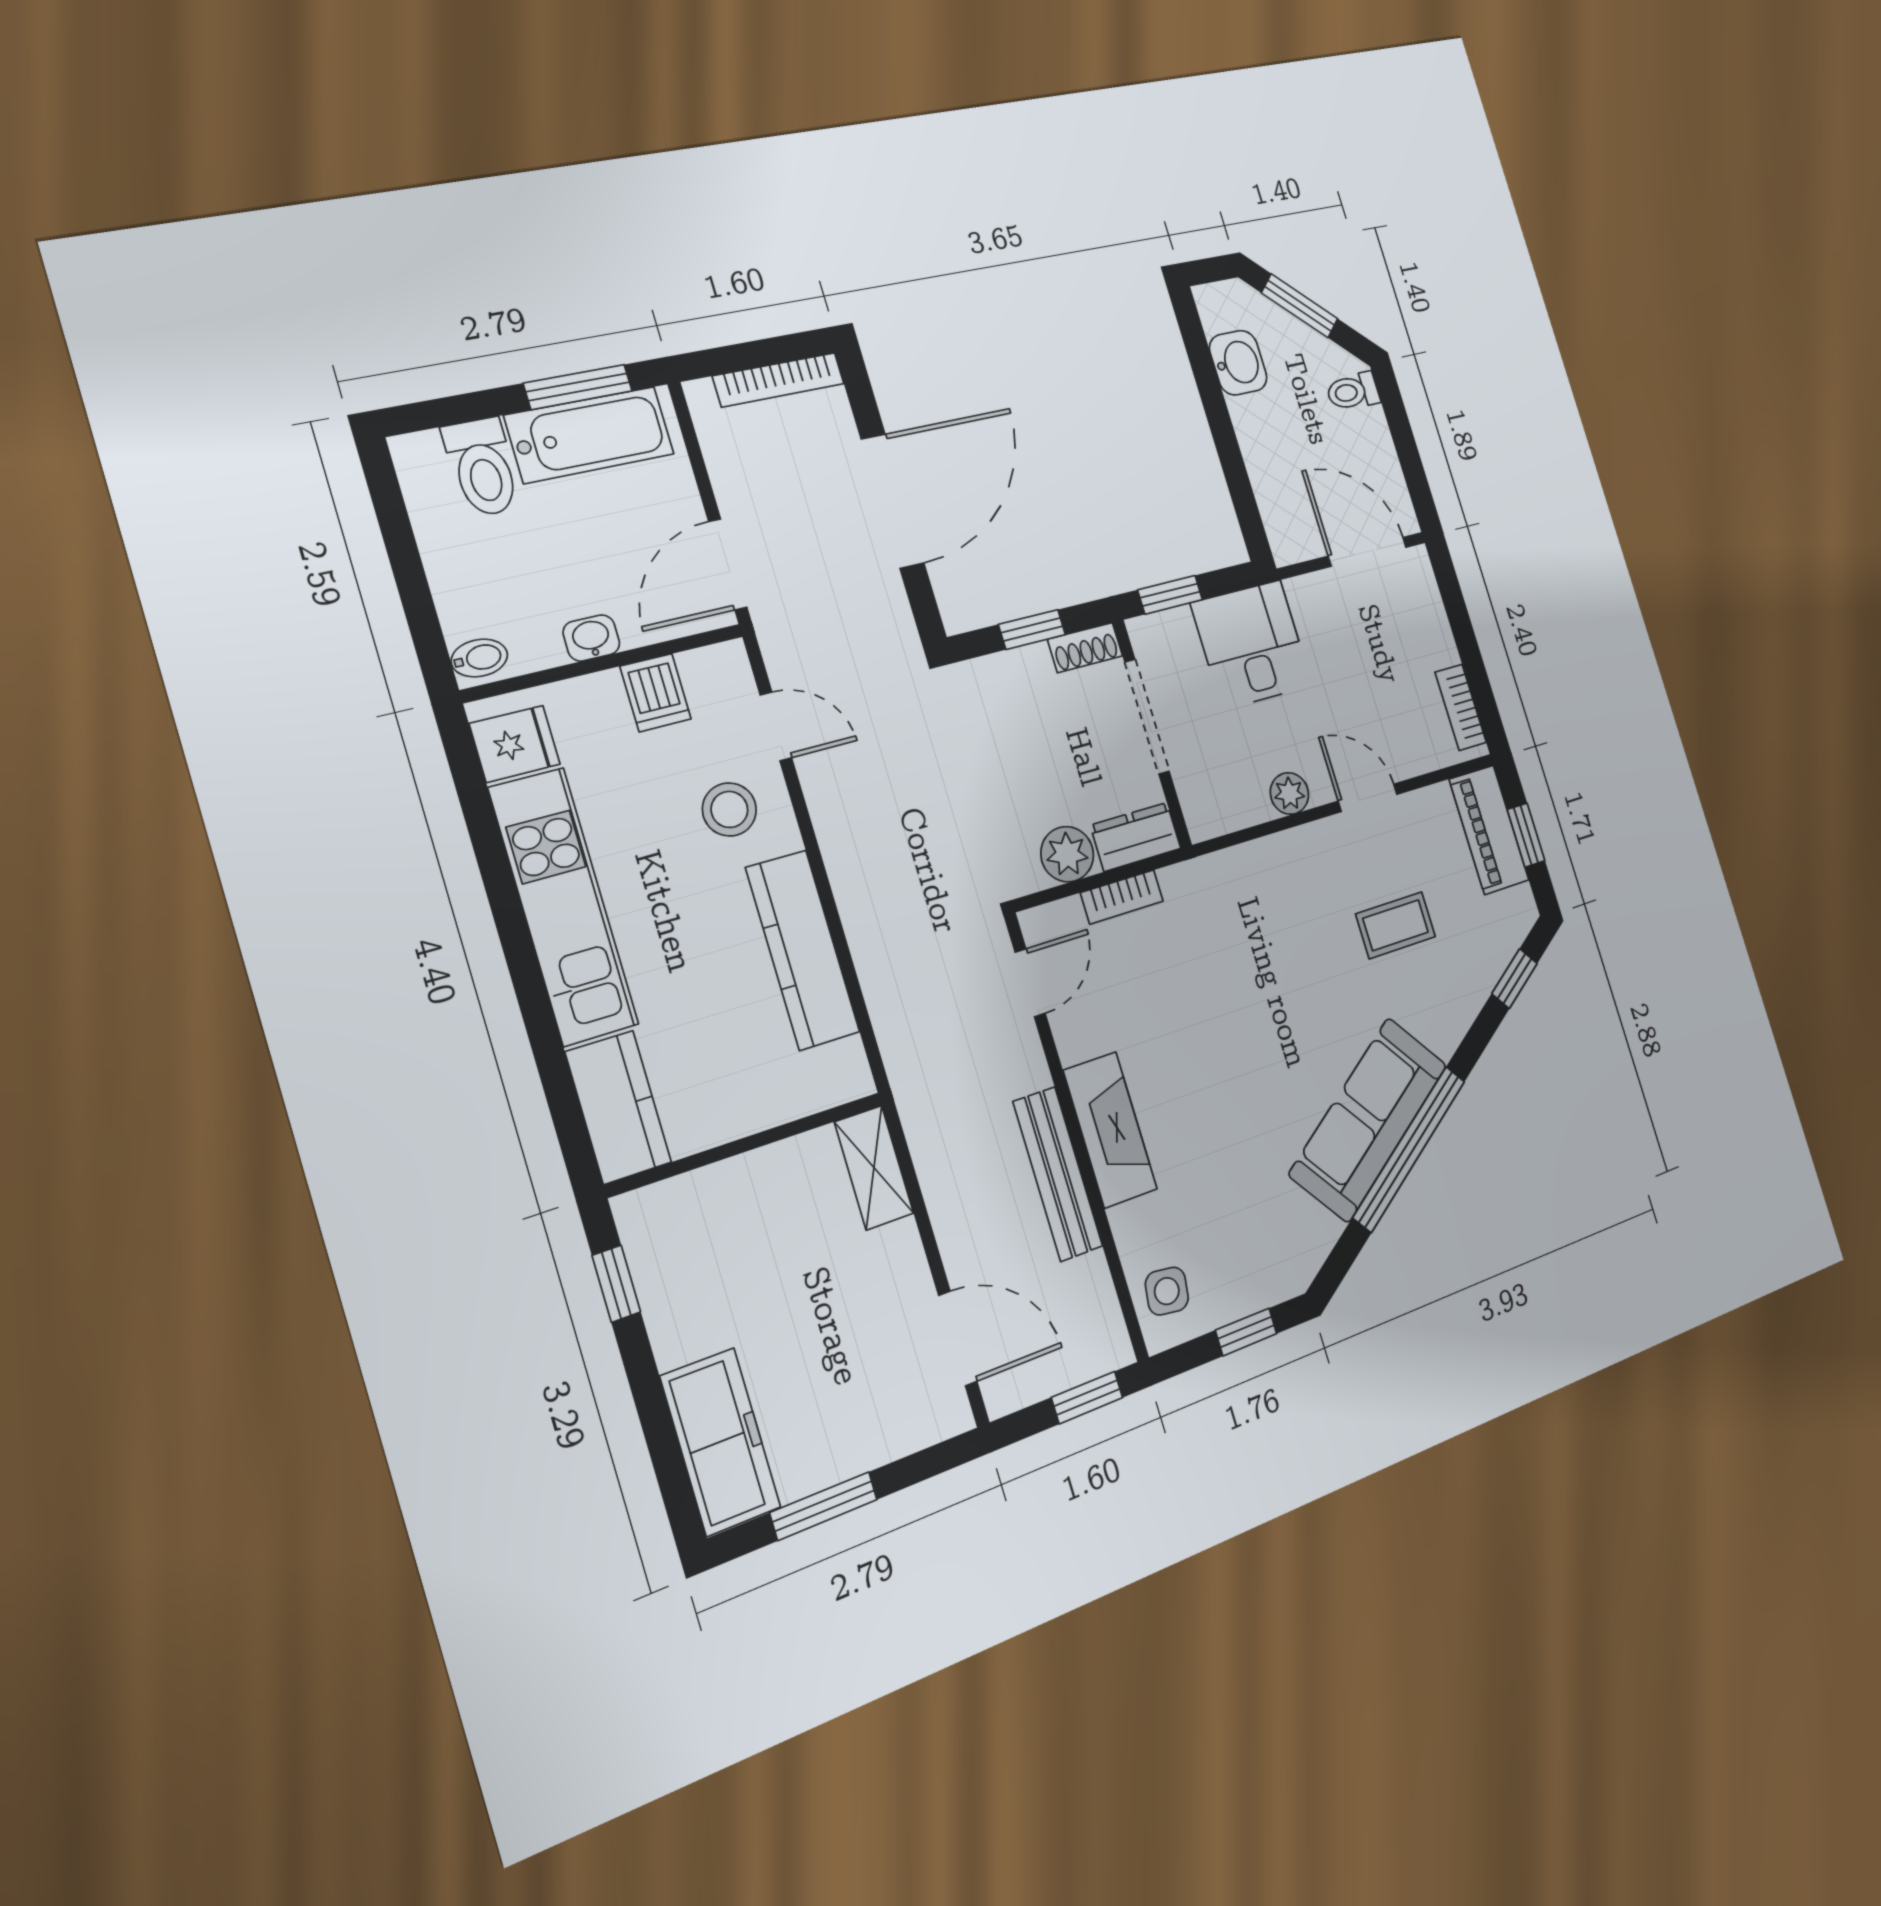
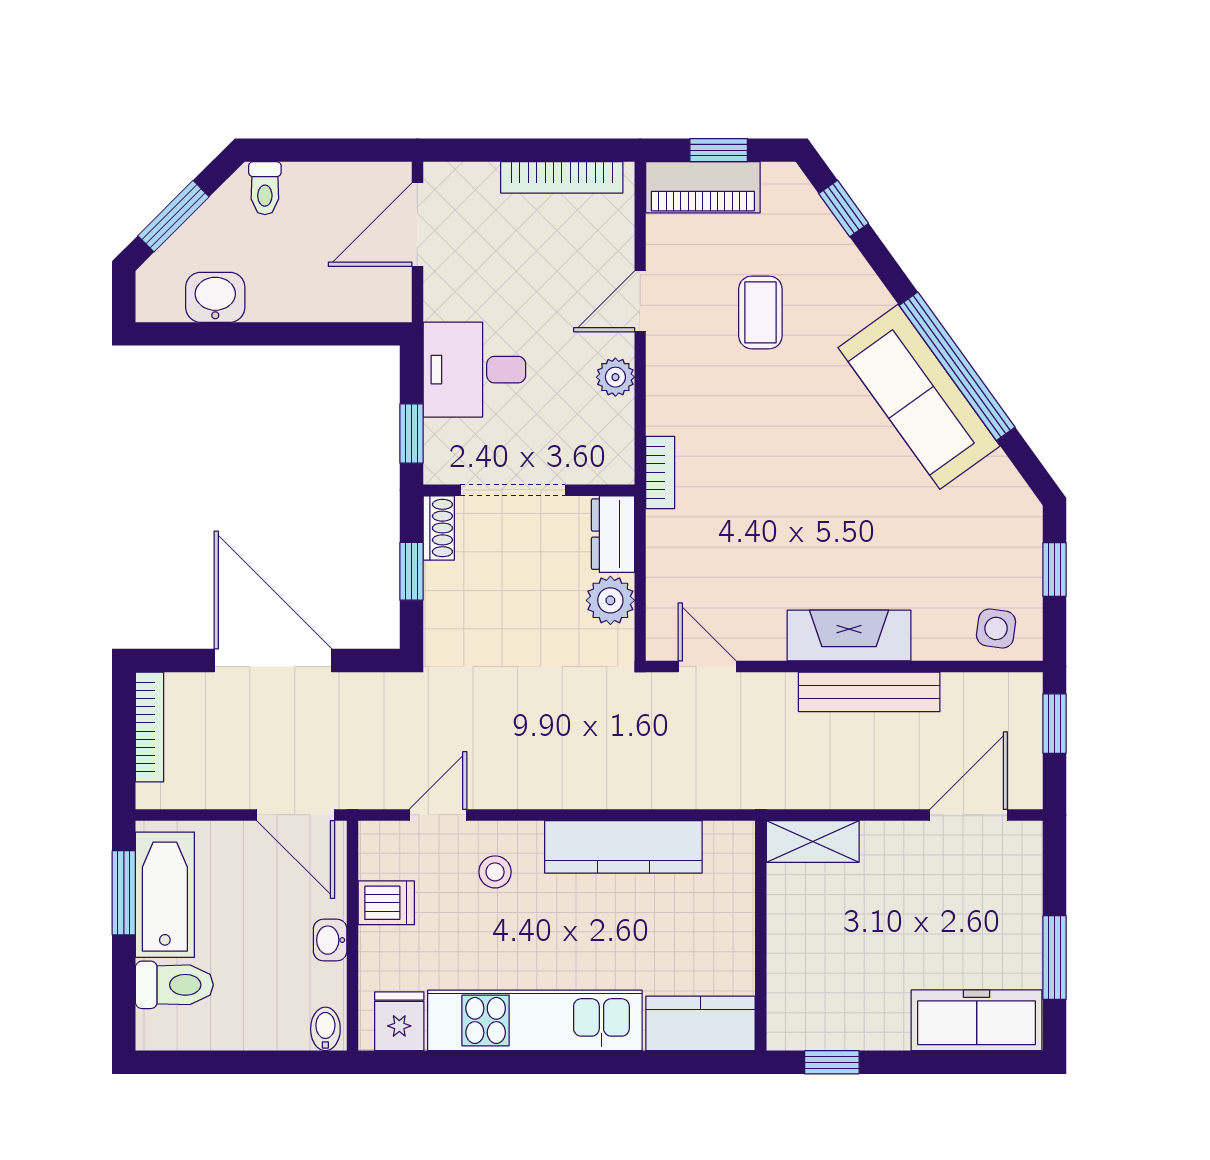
bookcase: (1461, 707) -> (562, 177), width x1.56
stool: (729, 809) -> (495, 872), width x0.73, depth x0.73
bookcase: (1122, 897) -> (660, 472), moved

